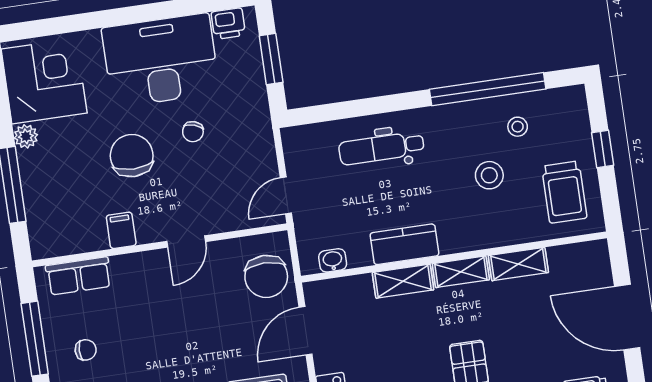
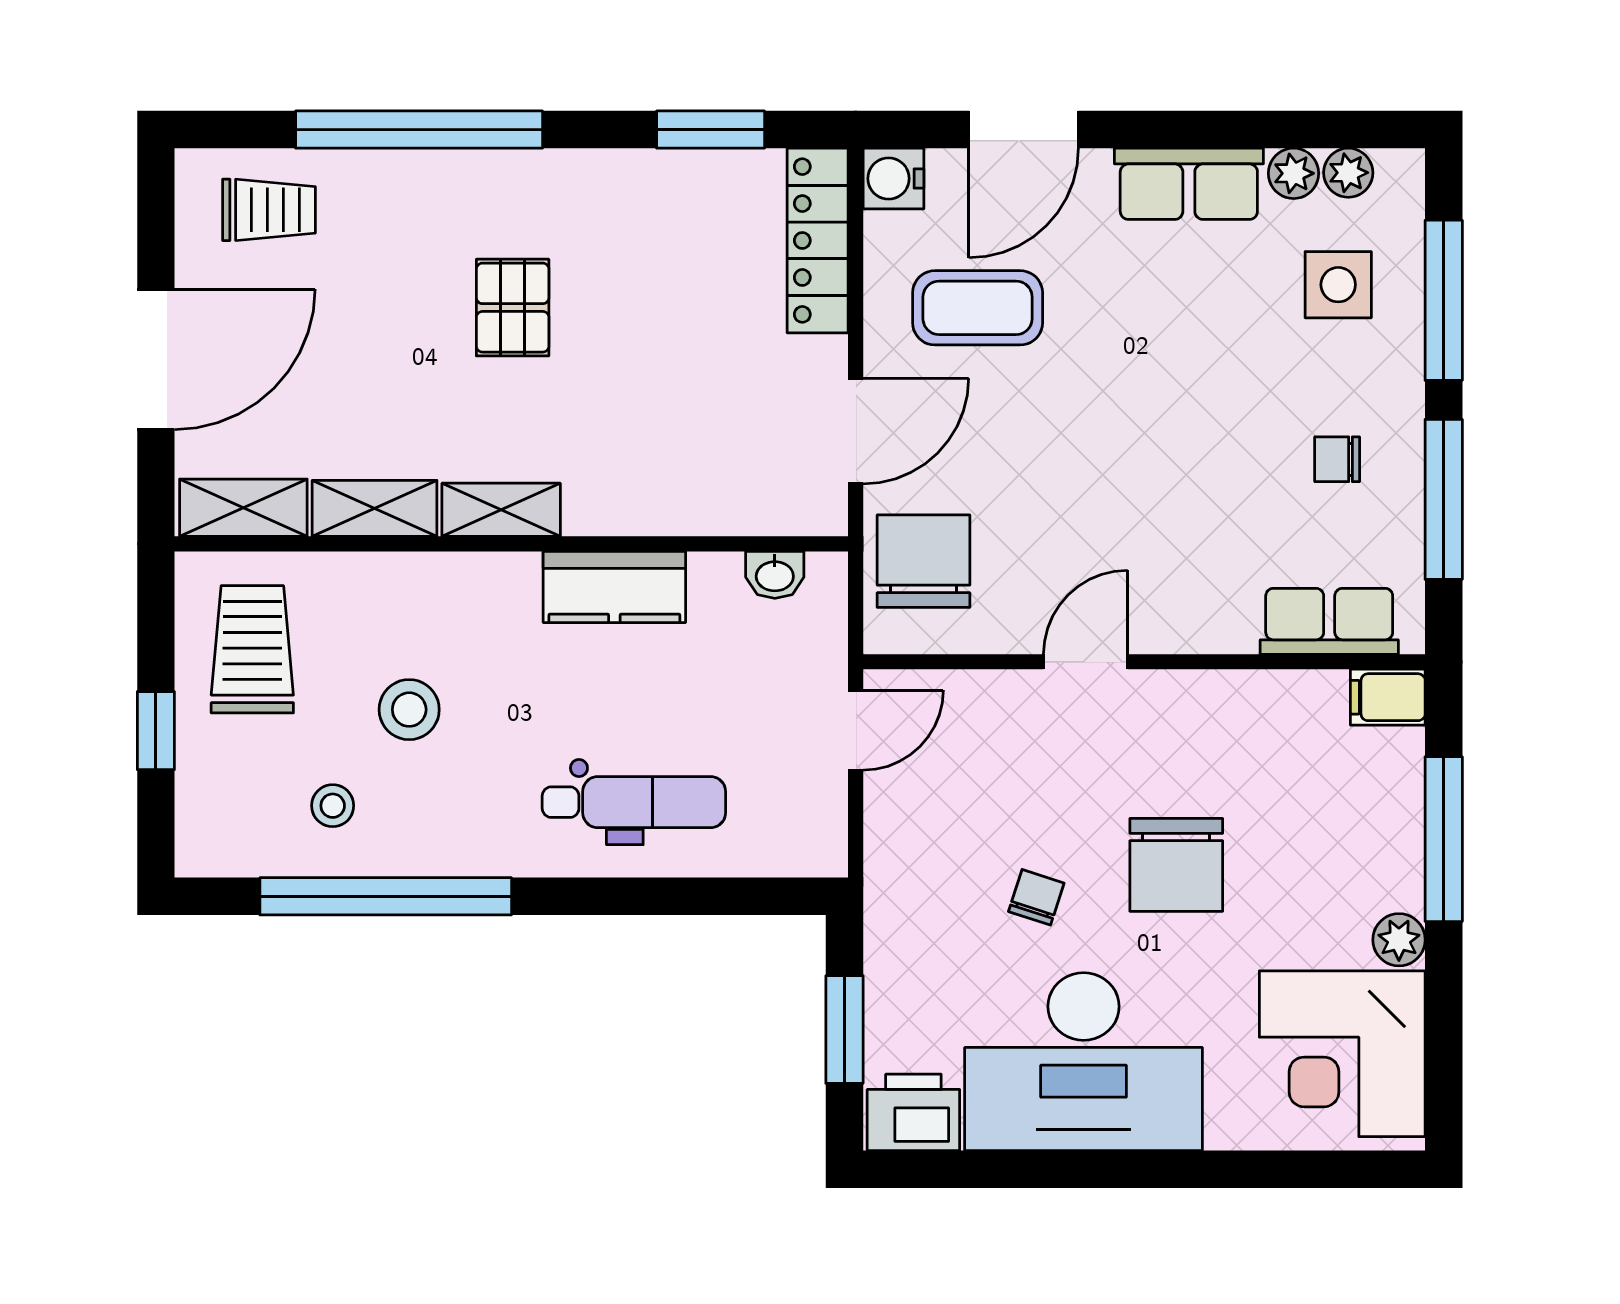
printer: (228, 24) -> (913, 1112), width x1.36, depth x1.24
filing cabinet: (121, 230) -> (1388, 697), moved, turned 90
shelving: (403, 281) -> (243, 508), moved
door: (627, 317) -> (156, 359), hinge flipped

